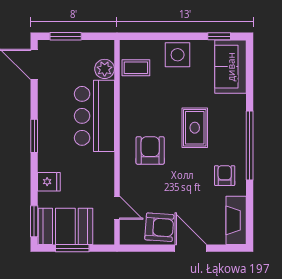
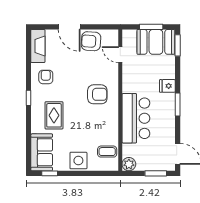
plant: (105, 69) -> (129, 164), moved
rug: (195, 128) -> (54, 115), moved
window: (250, 145) -> (29, 98), width x0.32
armchair: (150, 150) -> (97, 94), turned -90
armchair: (225, 176) -> (46, 77), turned 180
fridge: (49, 182) -> (167, 86), moved

